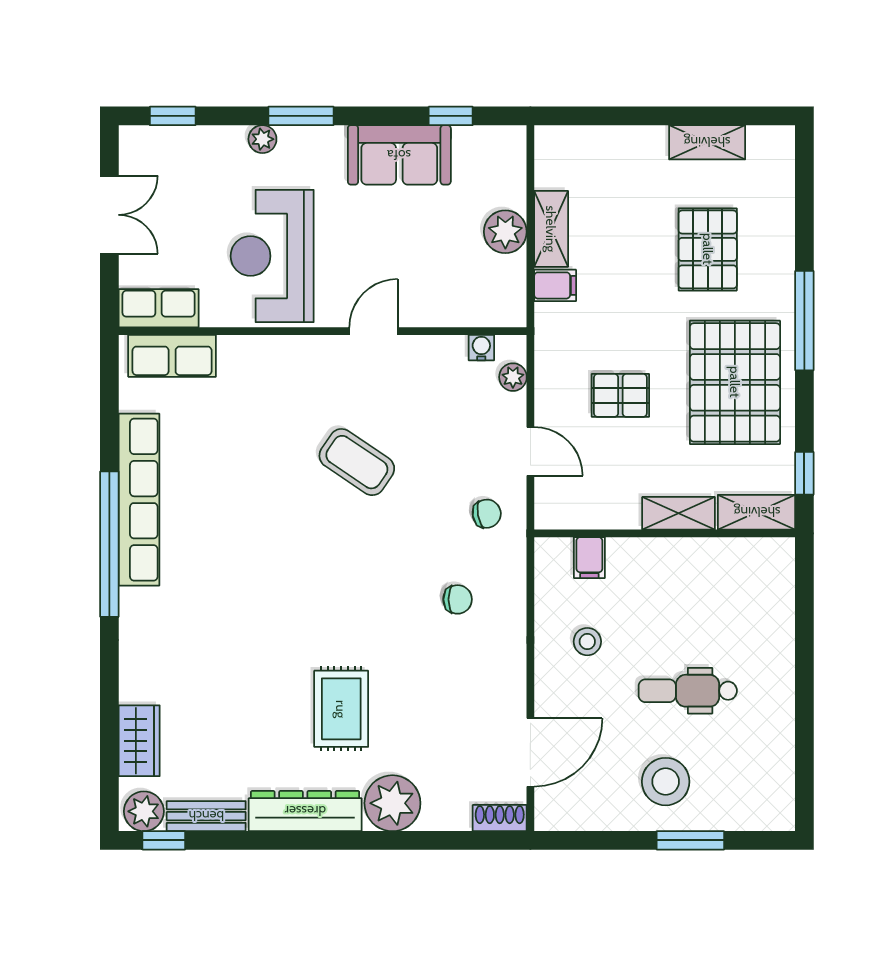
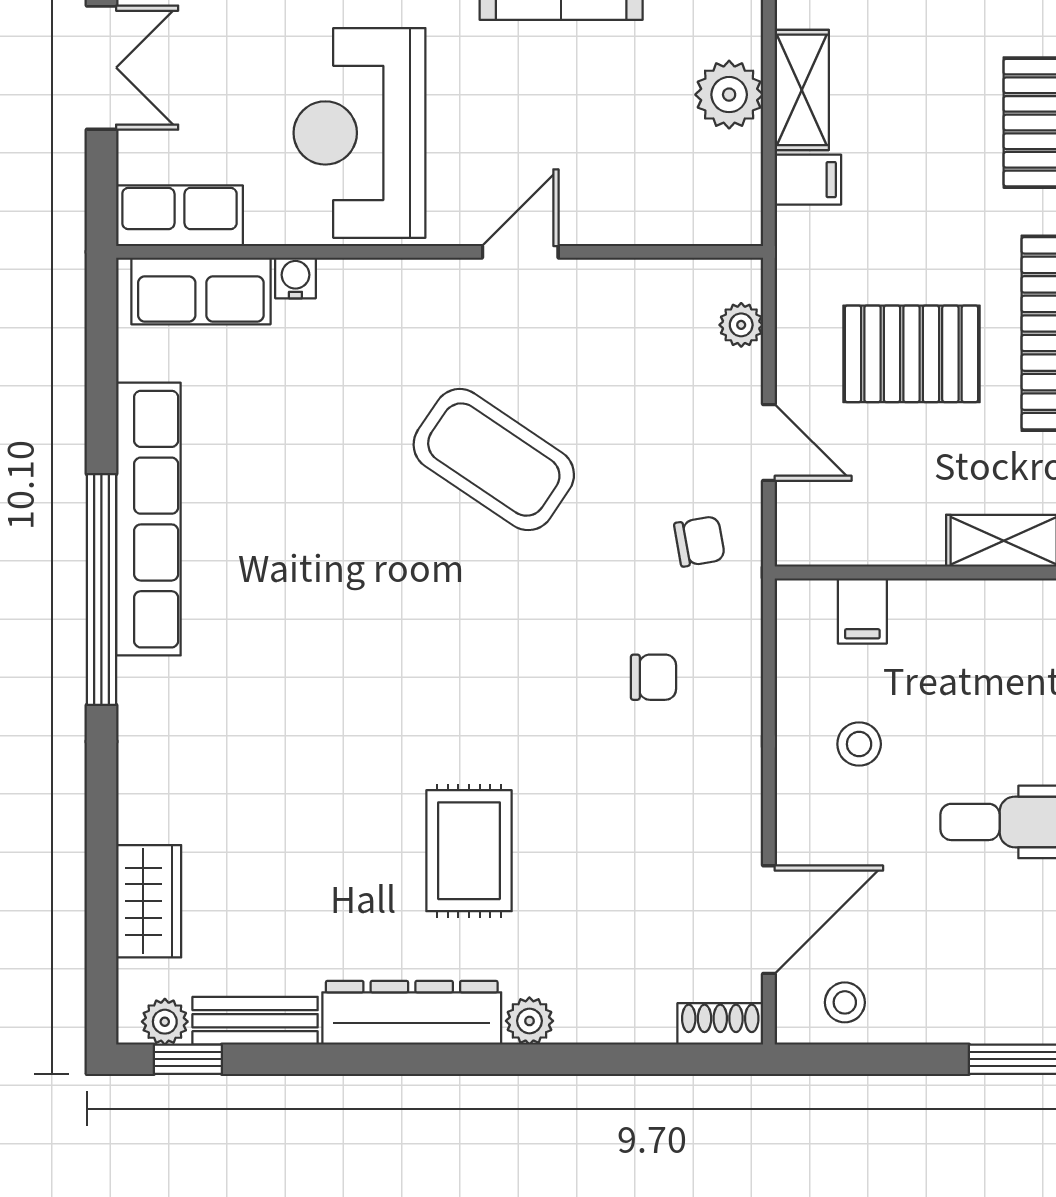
water cooler: (481, 348) -> (295, 278), moved
pallet: (620, 395) -> (911, 354), width x1.50, depth x1.42
coffee table: (357, 462) -> (494, 460), width x1.36, depth x1.32
stool: (666, 782) -> (845, 1002), moved, width x0.53, depth x0.53
plant: (392, 803) -> (529, 1021), width x0.53, depth x0.53
plant: (144, 811) -> (165, 1022), width x0.73, depth x0.73

